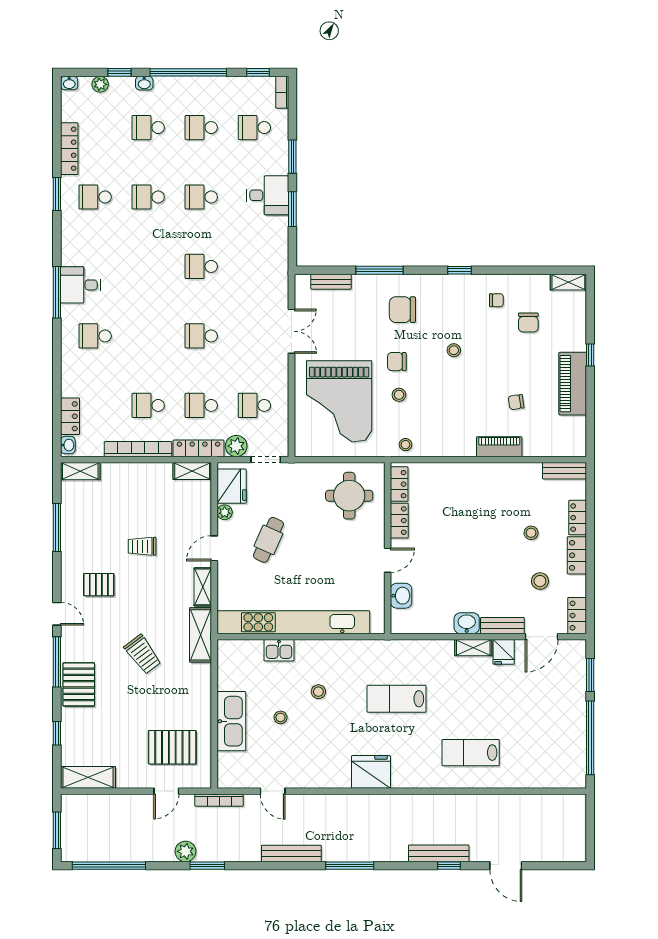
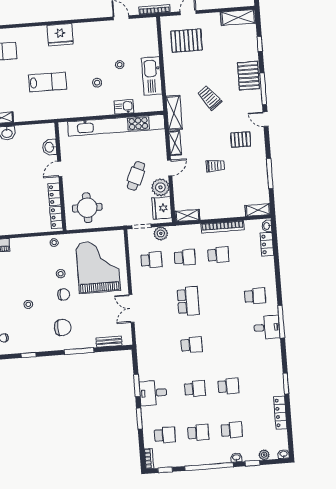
school desk: (95, 197) -> (262, 384), removed
school desk: (201, 336) -> (188, 301), width x1.85
locker: (199, 448) -> (184, 230), removed
plant: (225, 512) -> (160, 187), width x1.88, depth x1.88
kitchen sink: (231, 721) -> (152, 76), moved

